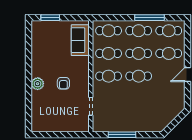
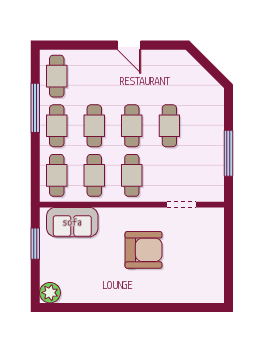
window: (50, 18) -> (35, 244), moved
cafe table: (169, 53) -> (169, 126), moved
armchair: (63, 83) -> (144, 250), width x1.88, depth x1.88
plant: (38, 84) -> (50, 293), moved

